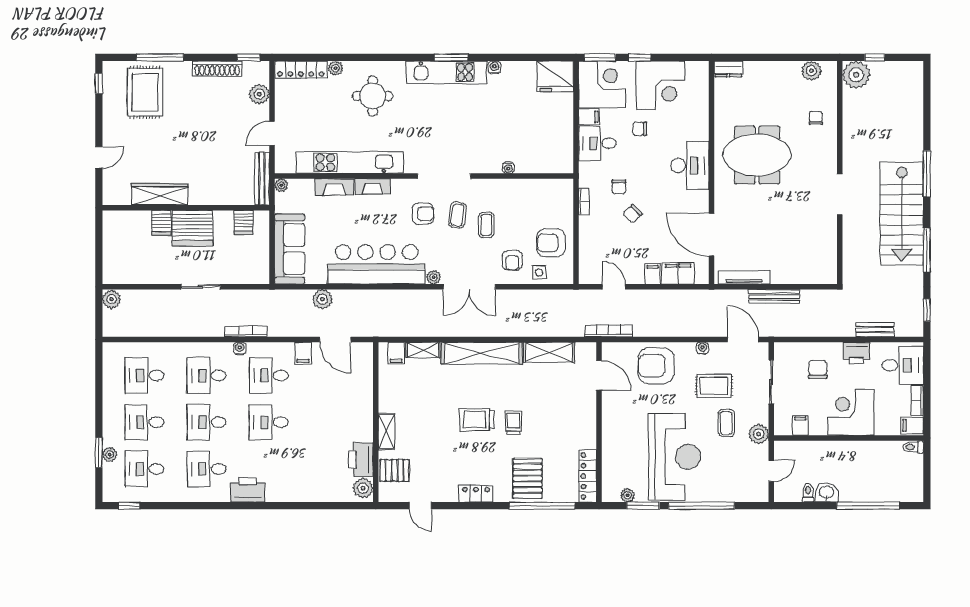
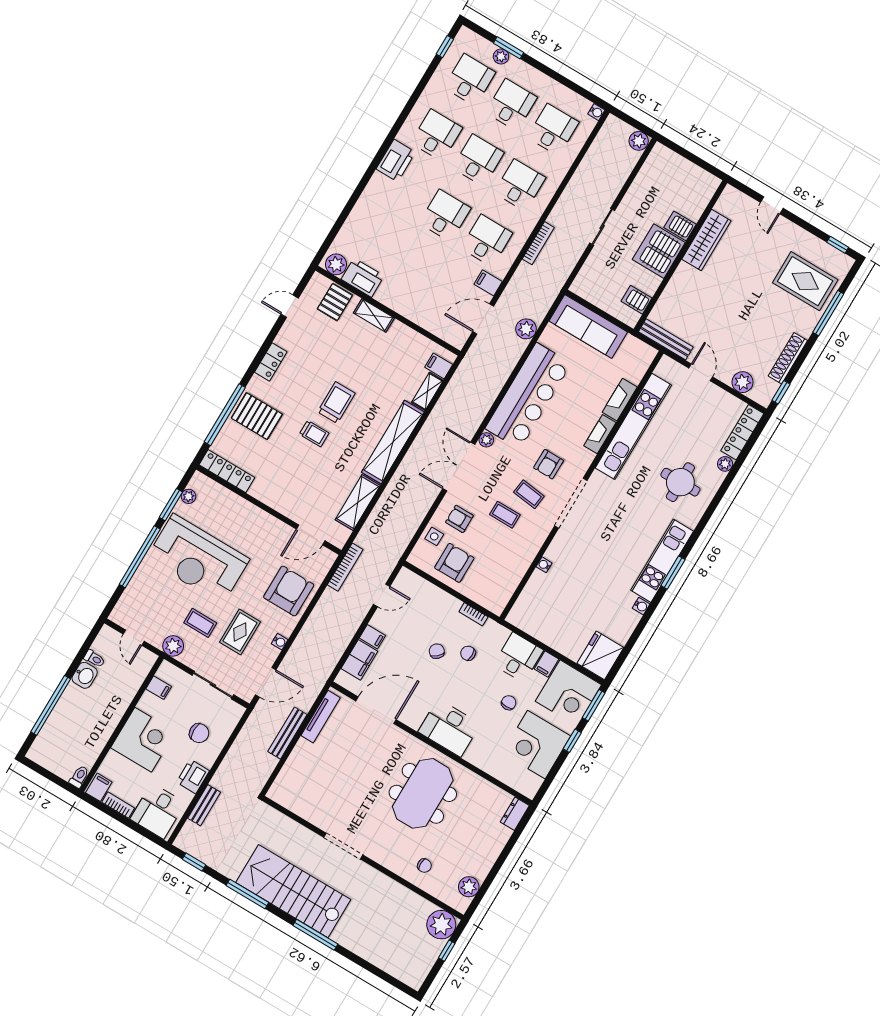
plant: (281, 185) -> (649, 353), removed
water cooler: (240, 348) -> (596, 112), moved

